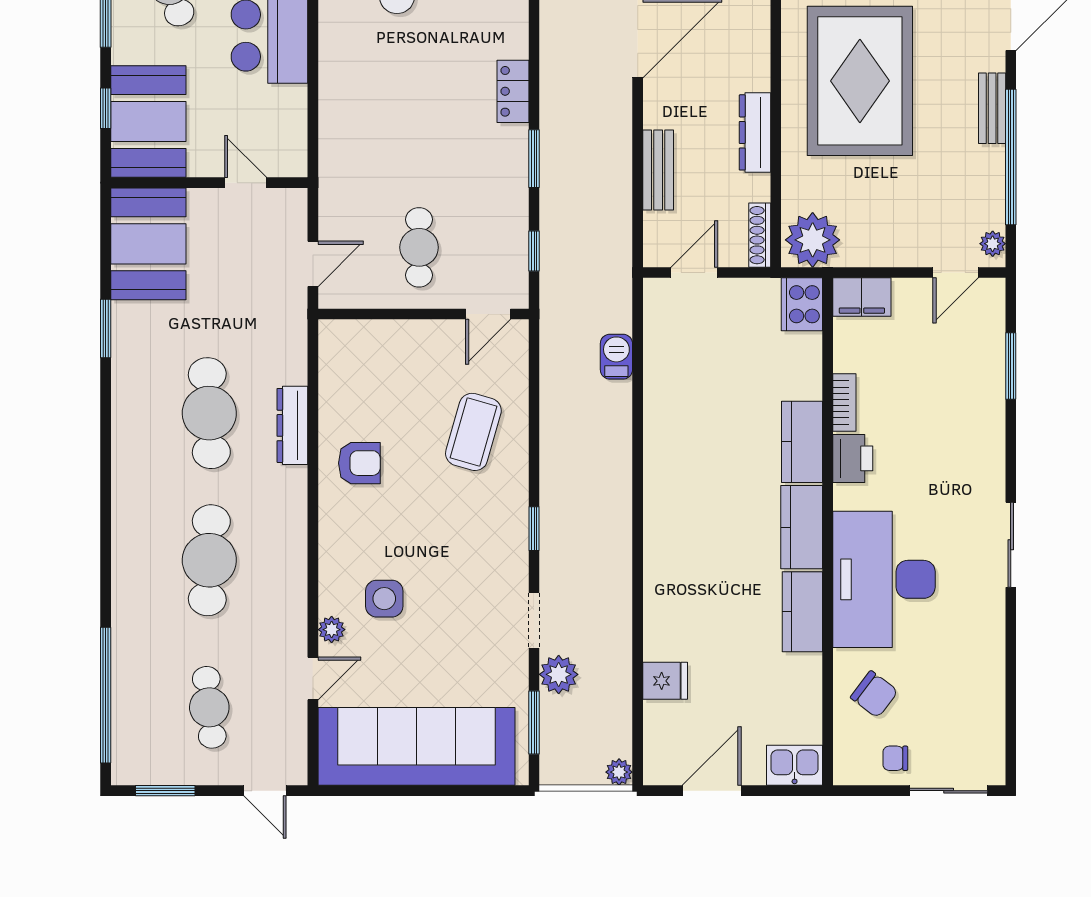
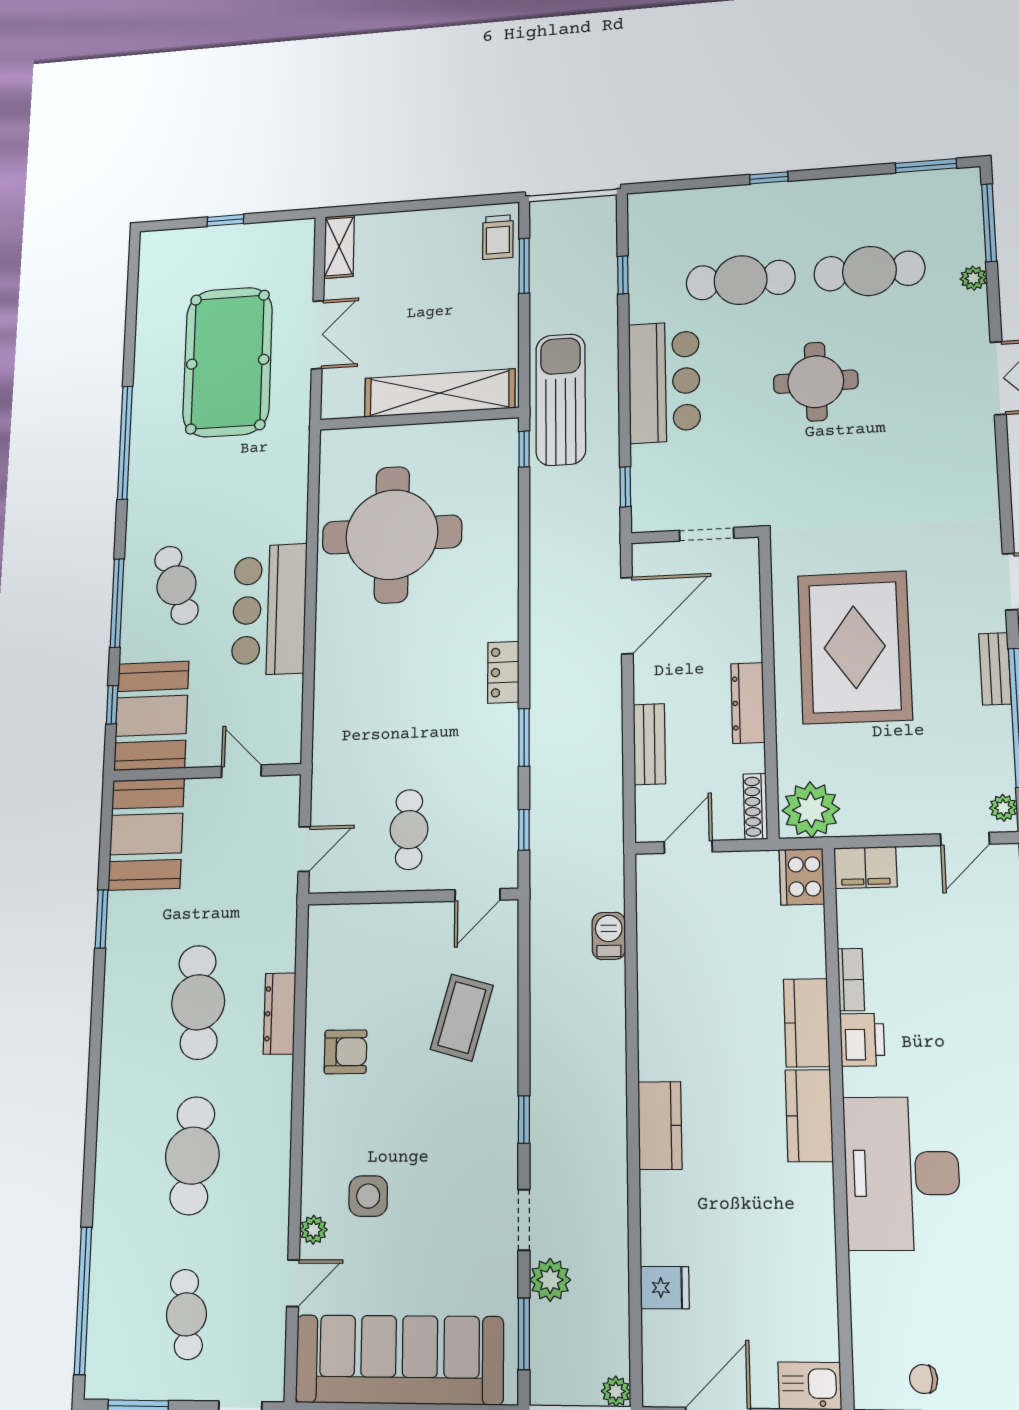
kitchen counter: (802, 612) -> (660, 1125), moved, turned 180
chair: (874, 694) -> (896, 1304), removed

